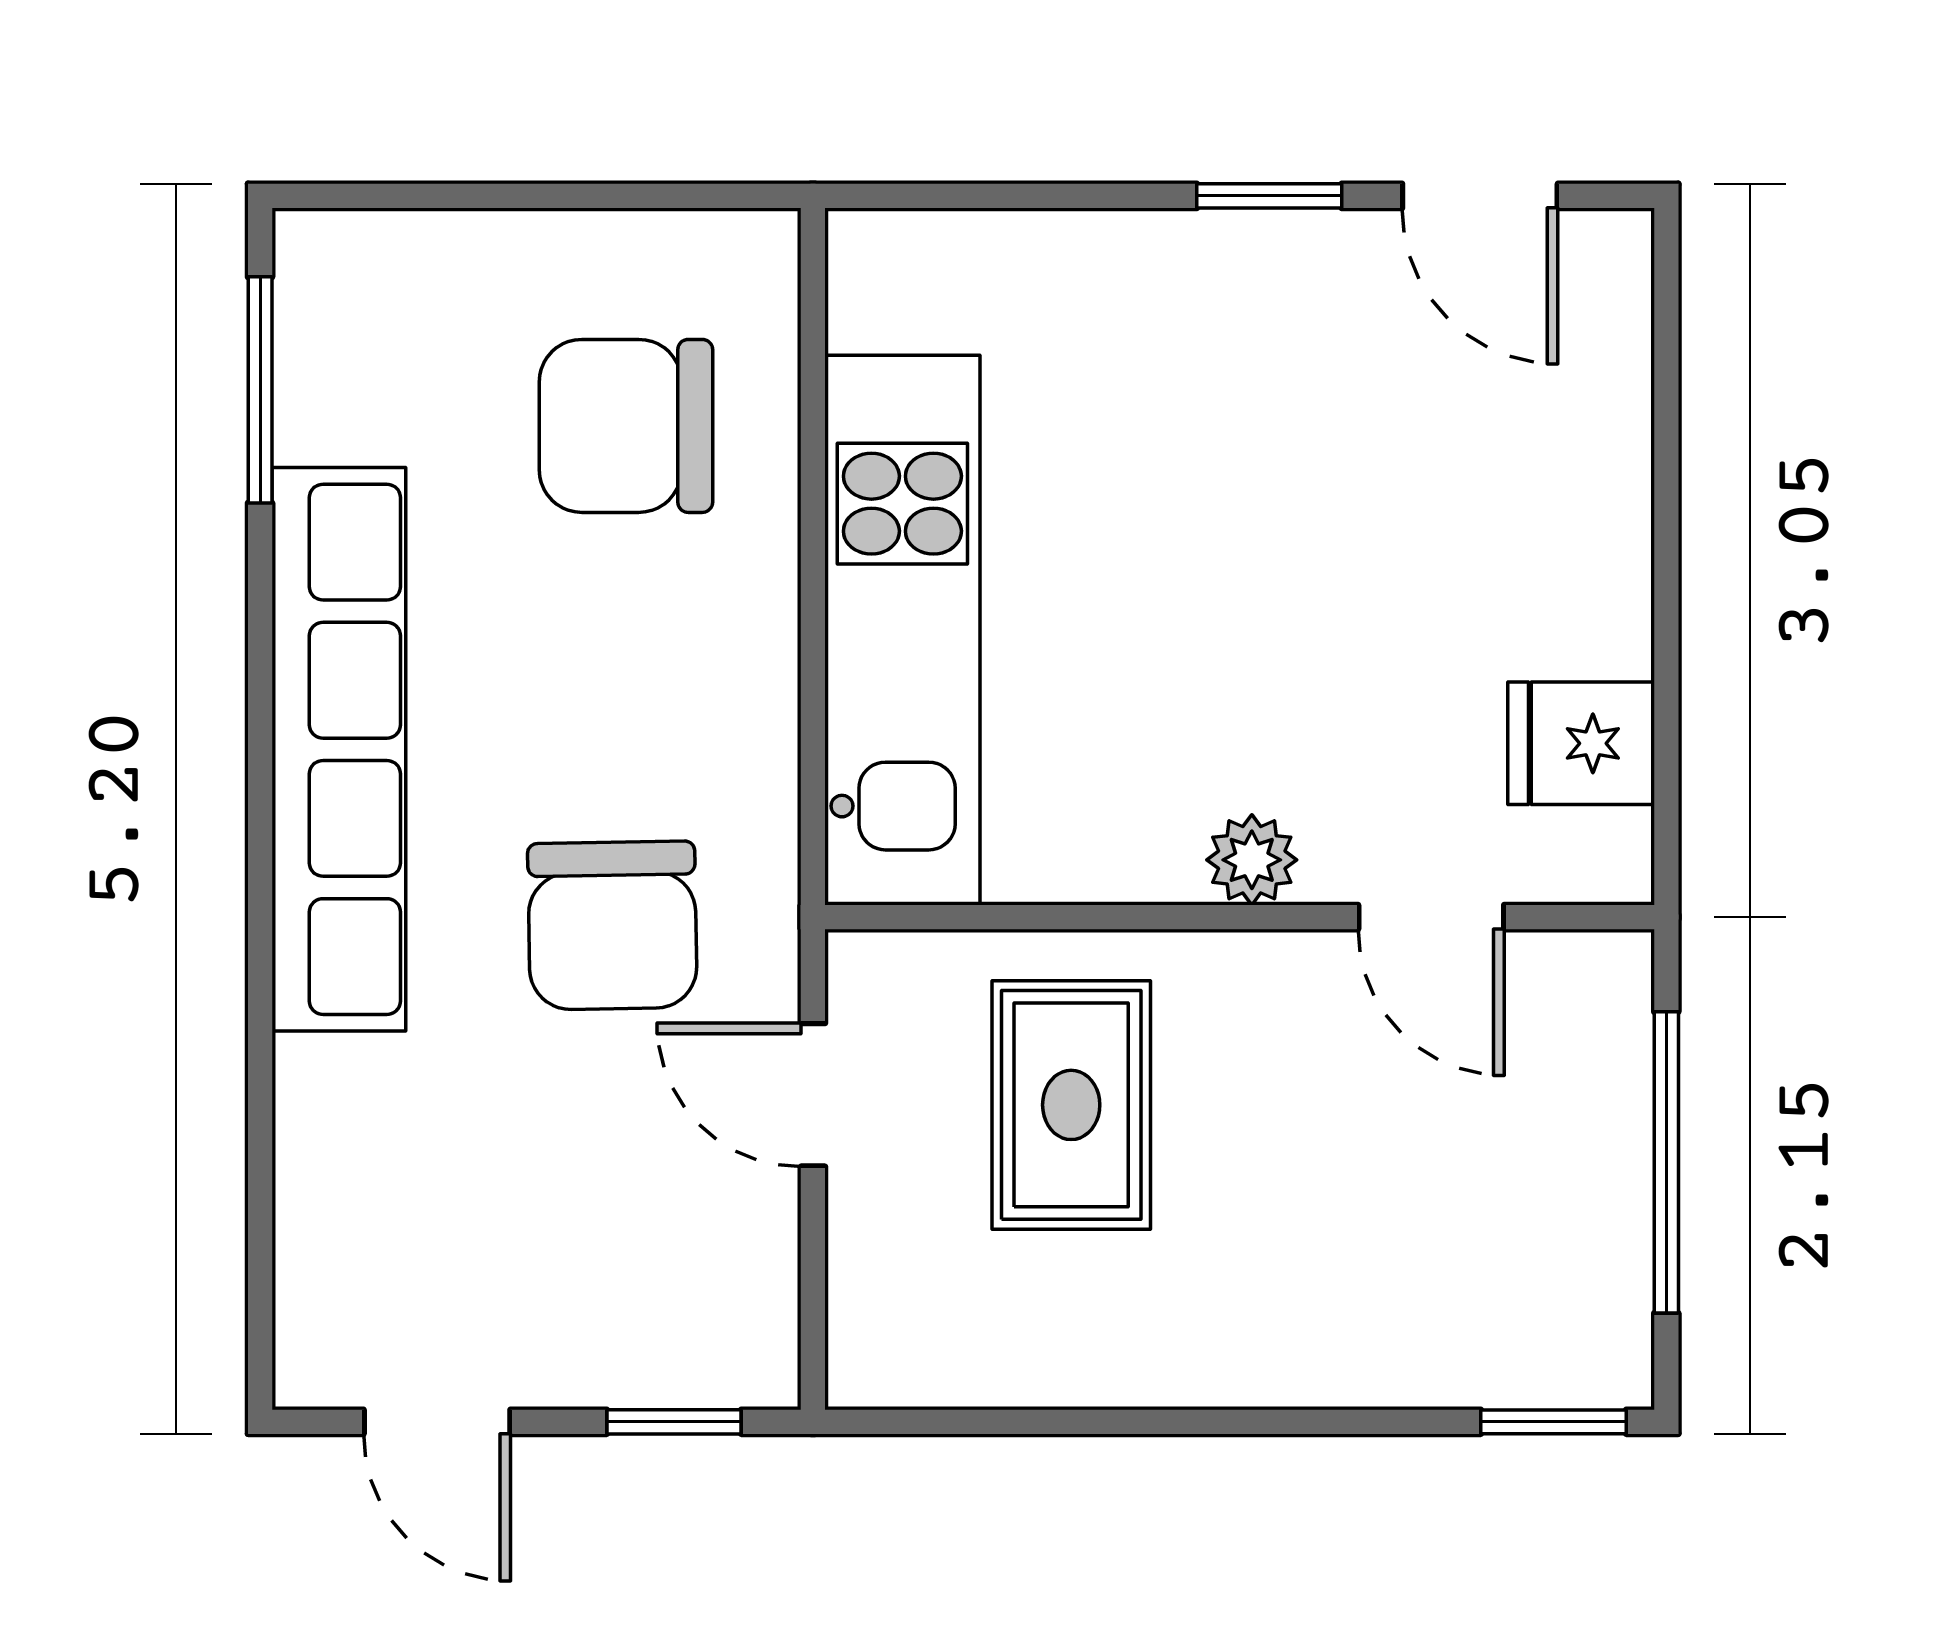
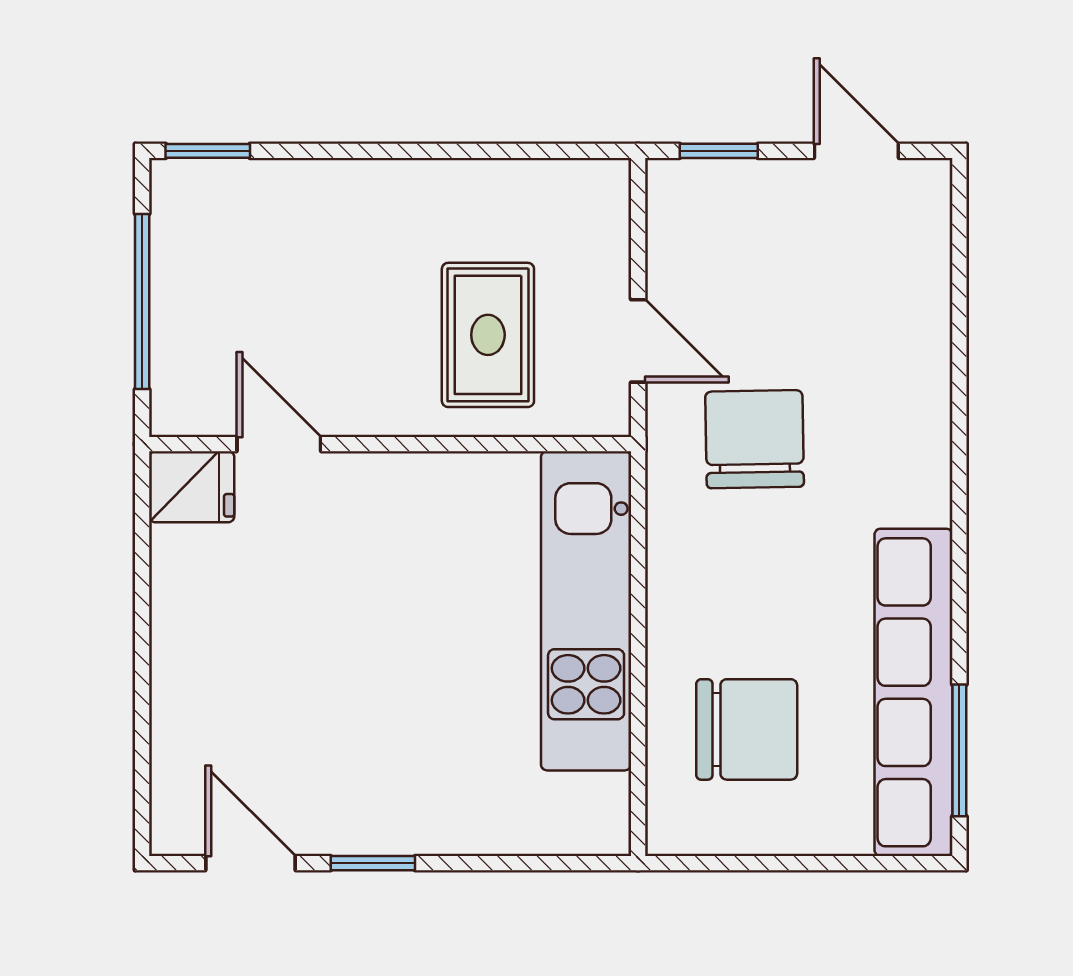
fridge: (1581, 743) -> (192, 487), moved
row of seats: (339, 749) -> (913, 692), moved
plant: (1252, 860) -> (383, 477), removed

